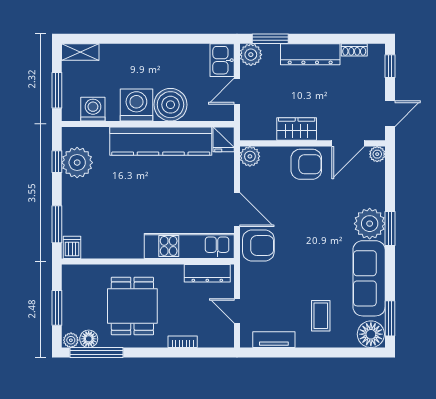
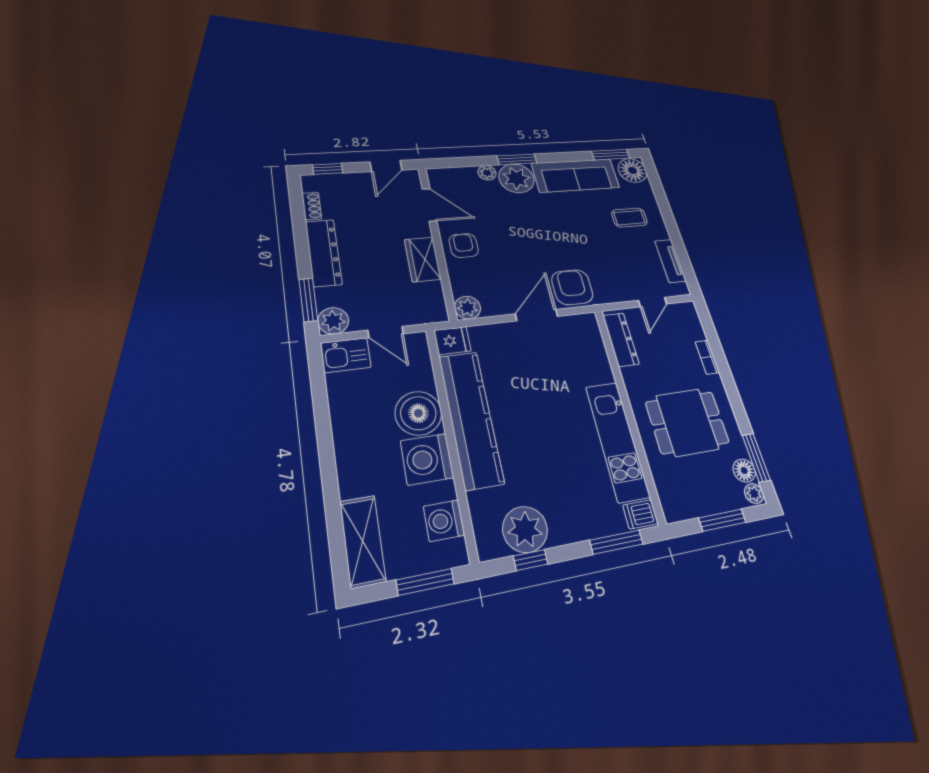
shelving: (80, 52) -> (363, 541), width x1.50, depth x1.33
door: (390, 114) -> (386, 166), swing flipped
plant: (377, 154) -> (487, 173), moved
armchair: (306, 164) -> (464, 245), width x0.72, depth x0.72
kitchen unit: (189, 246) -> (617, 441), moved
window: (97, 352) -> (756, 458), width x0.69

